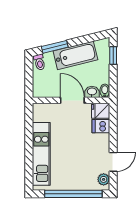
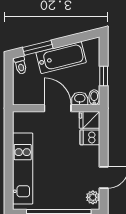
window: (113, 56) -> (104, 76), moved

